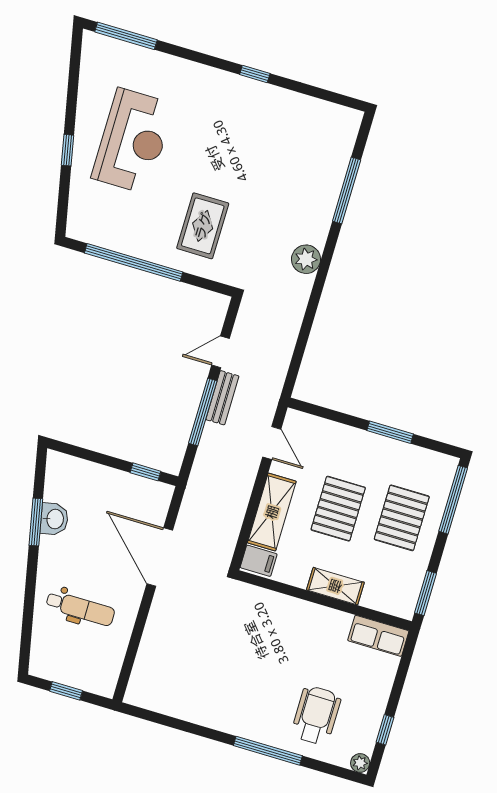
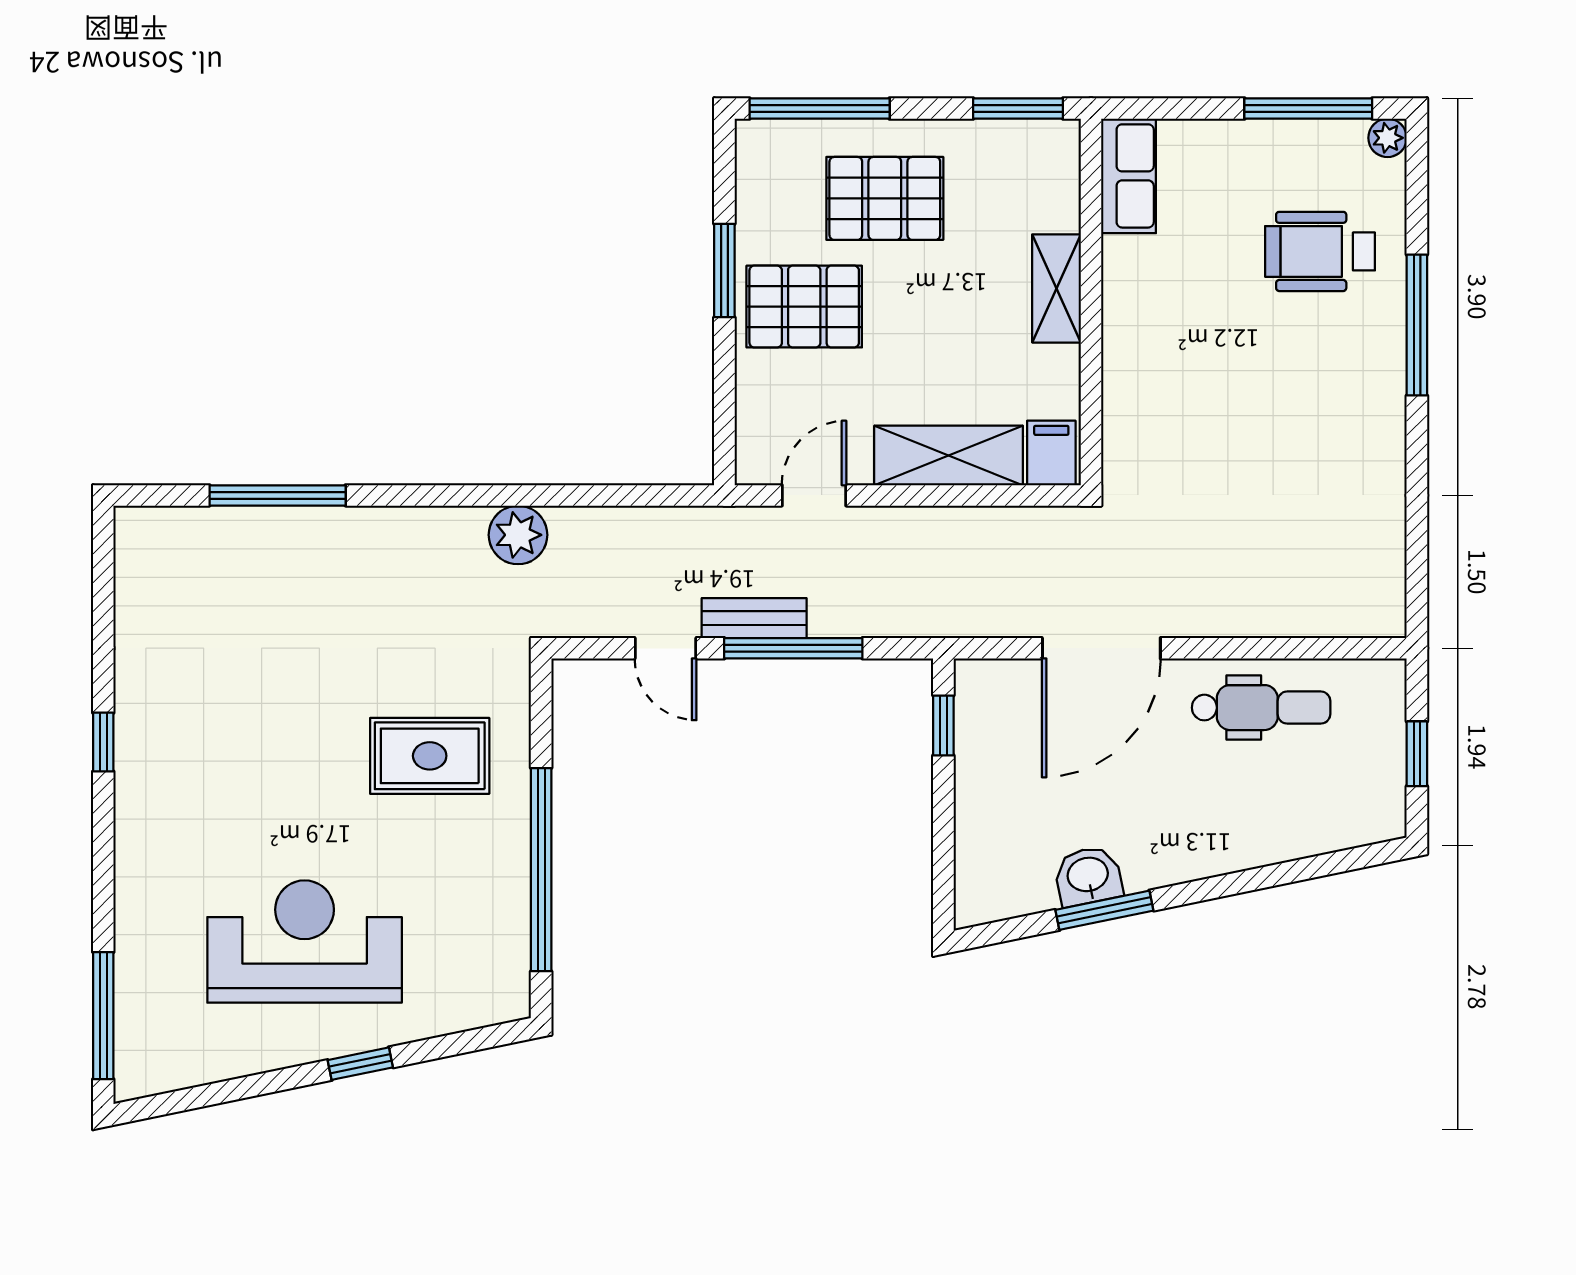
plant: (306, 259) -> (518, 535), moved
pallet: (338, 509) -> (804, 307), moved
dental chair: (80, 608) -> (1261, 708), moved, turned 90
window: (385, 730) -> (1308, 108), width x2.17

